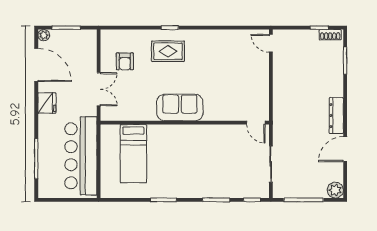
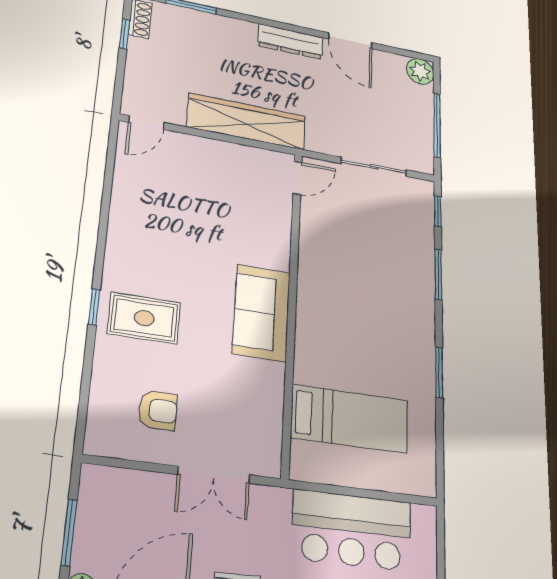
rug: (168, 51) -> (144, 318), turned 90
double door: (99, 89) -> (214, 475), swing flipped
wardrobe: (283, 94) -> (247, 121), added
bar counter: (81, 156) -> (352, 530), width x0.73

